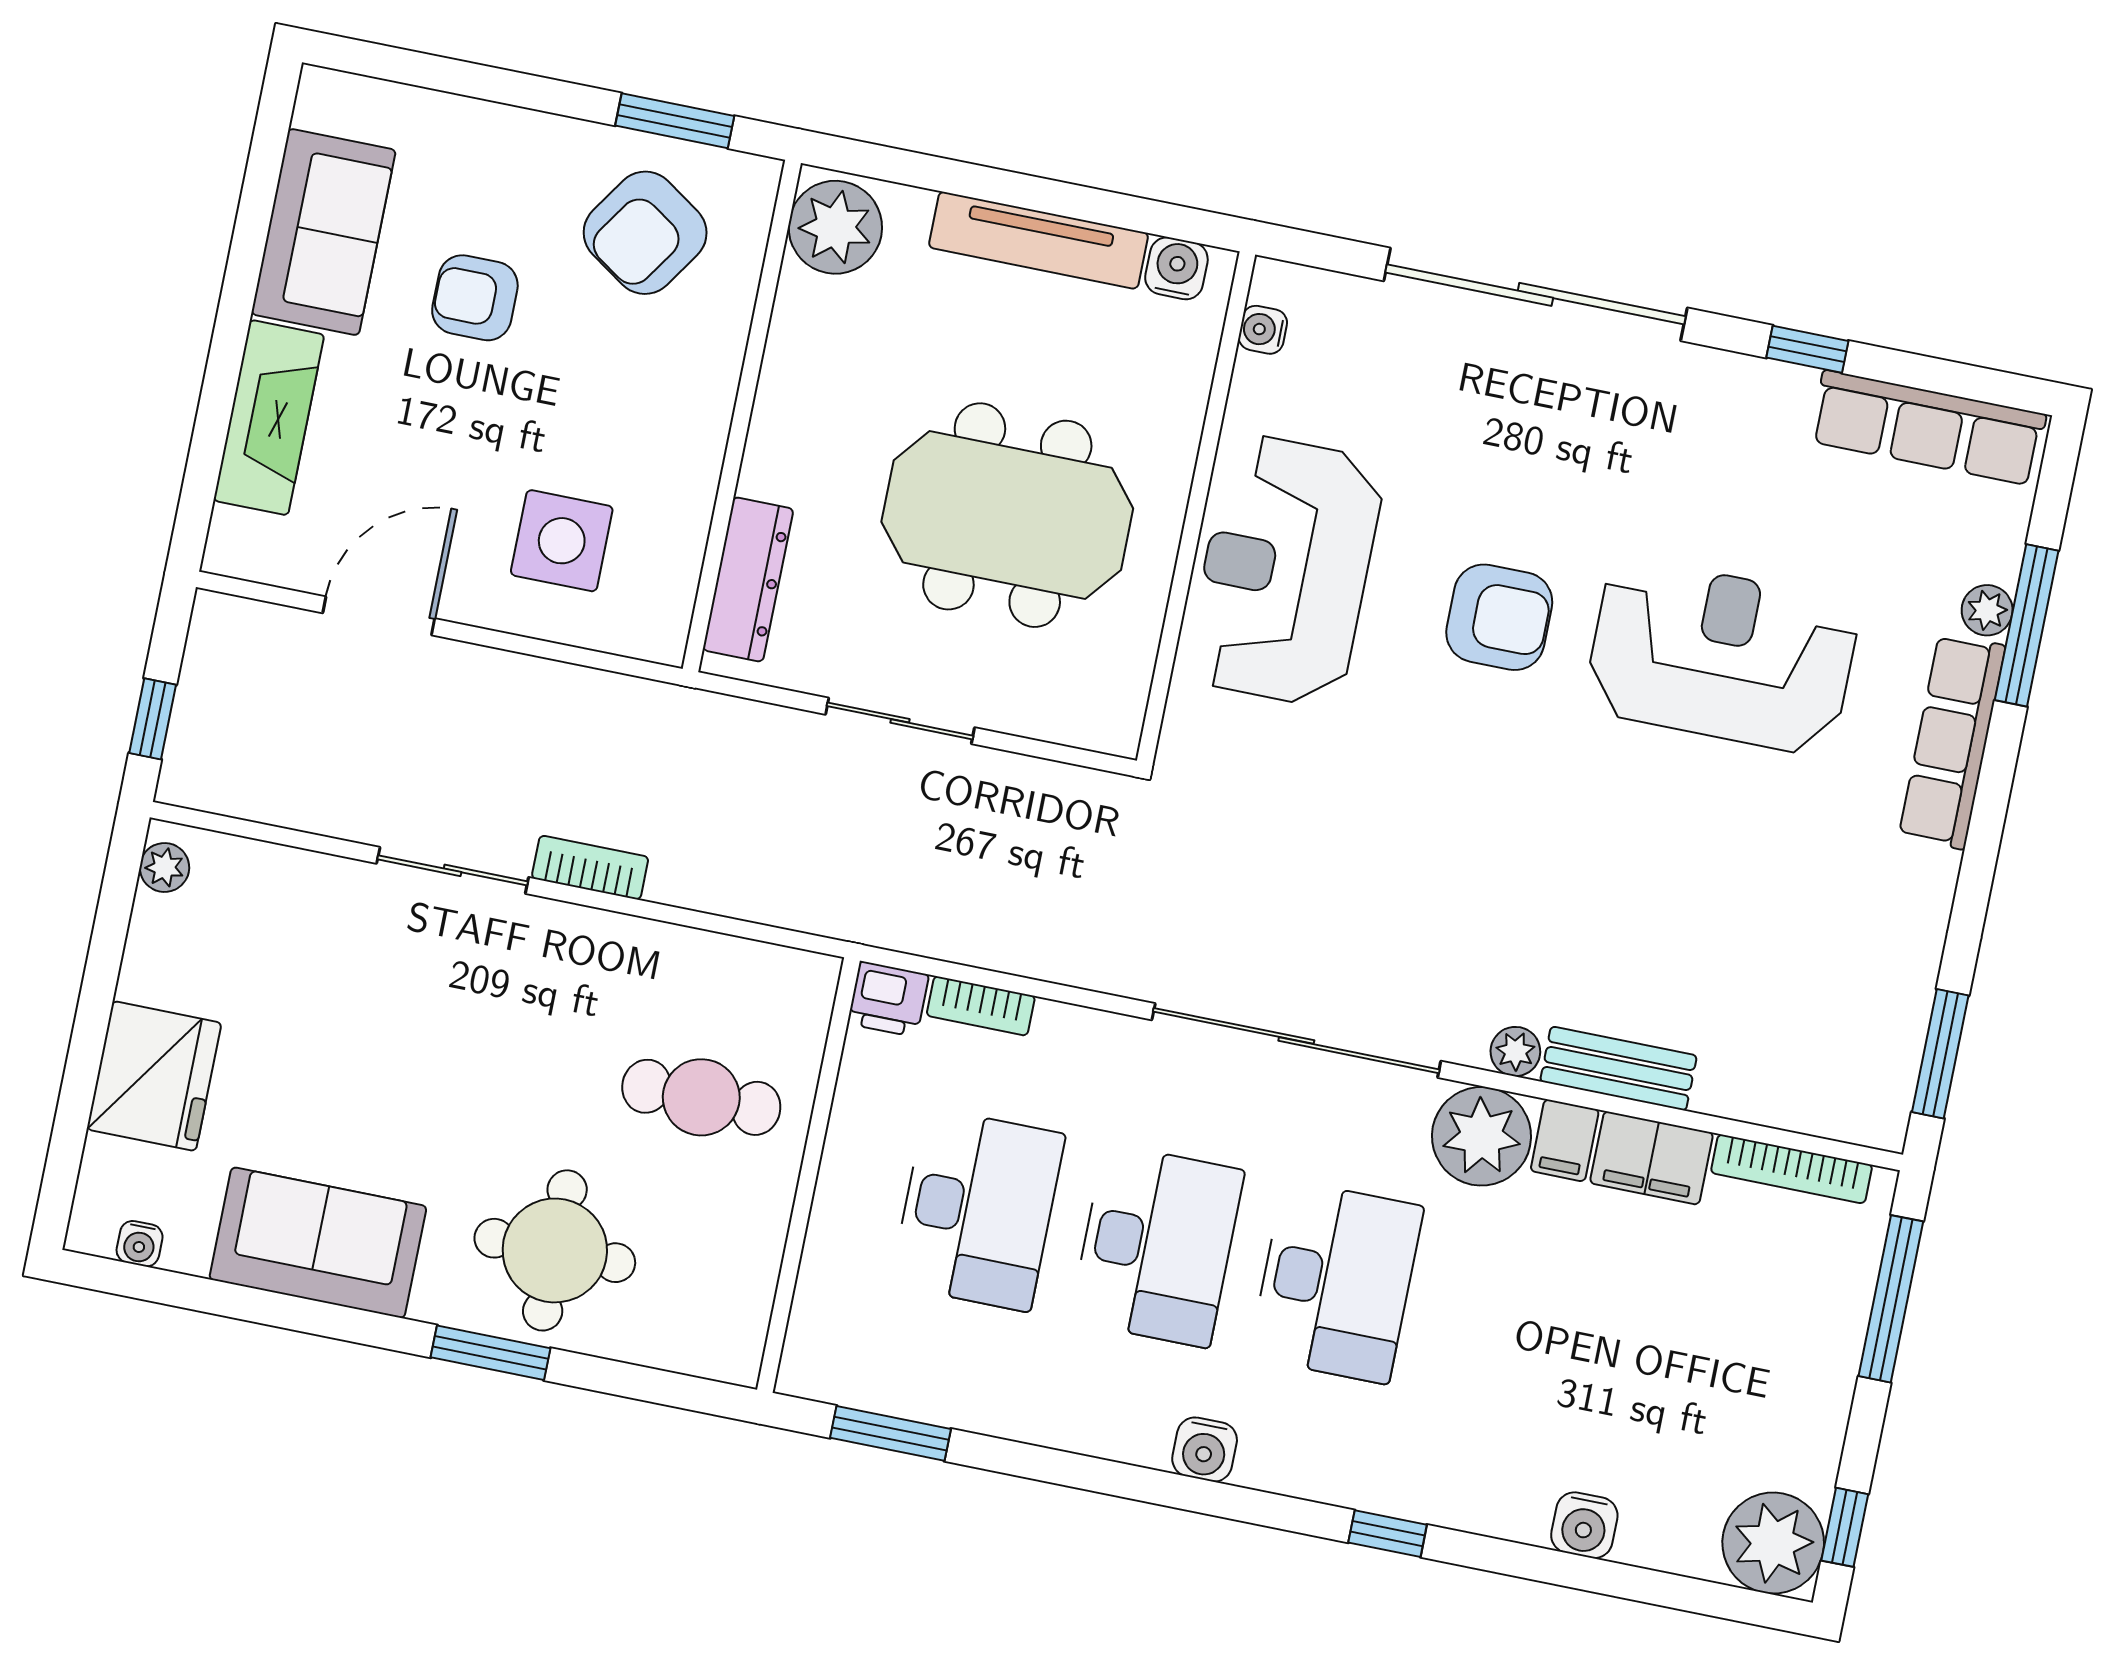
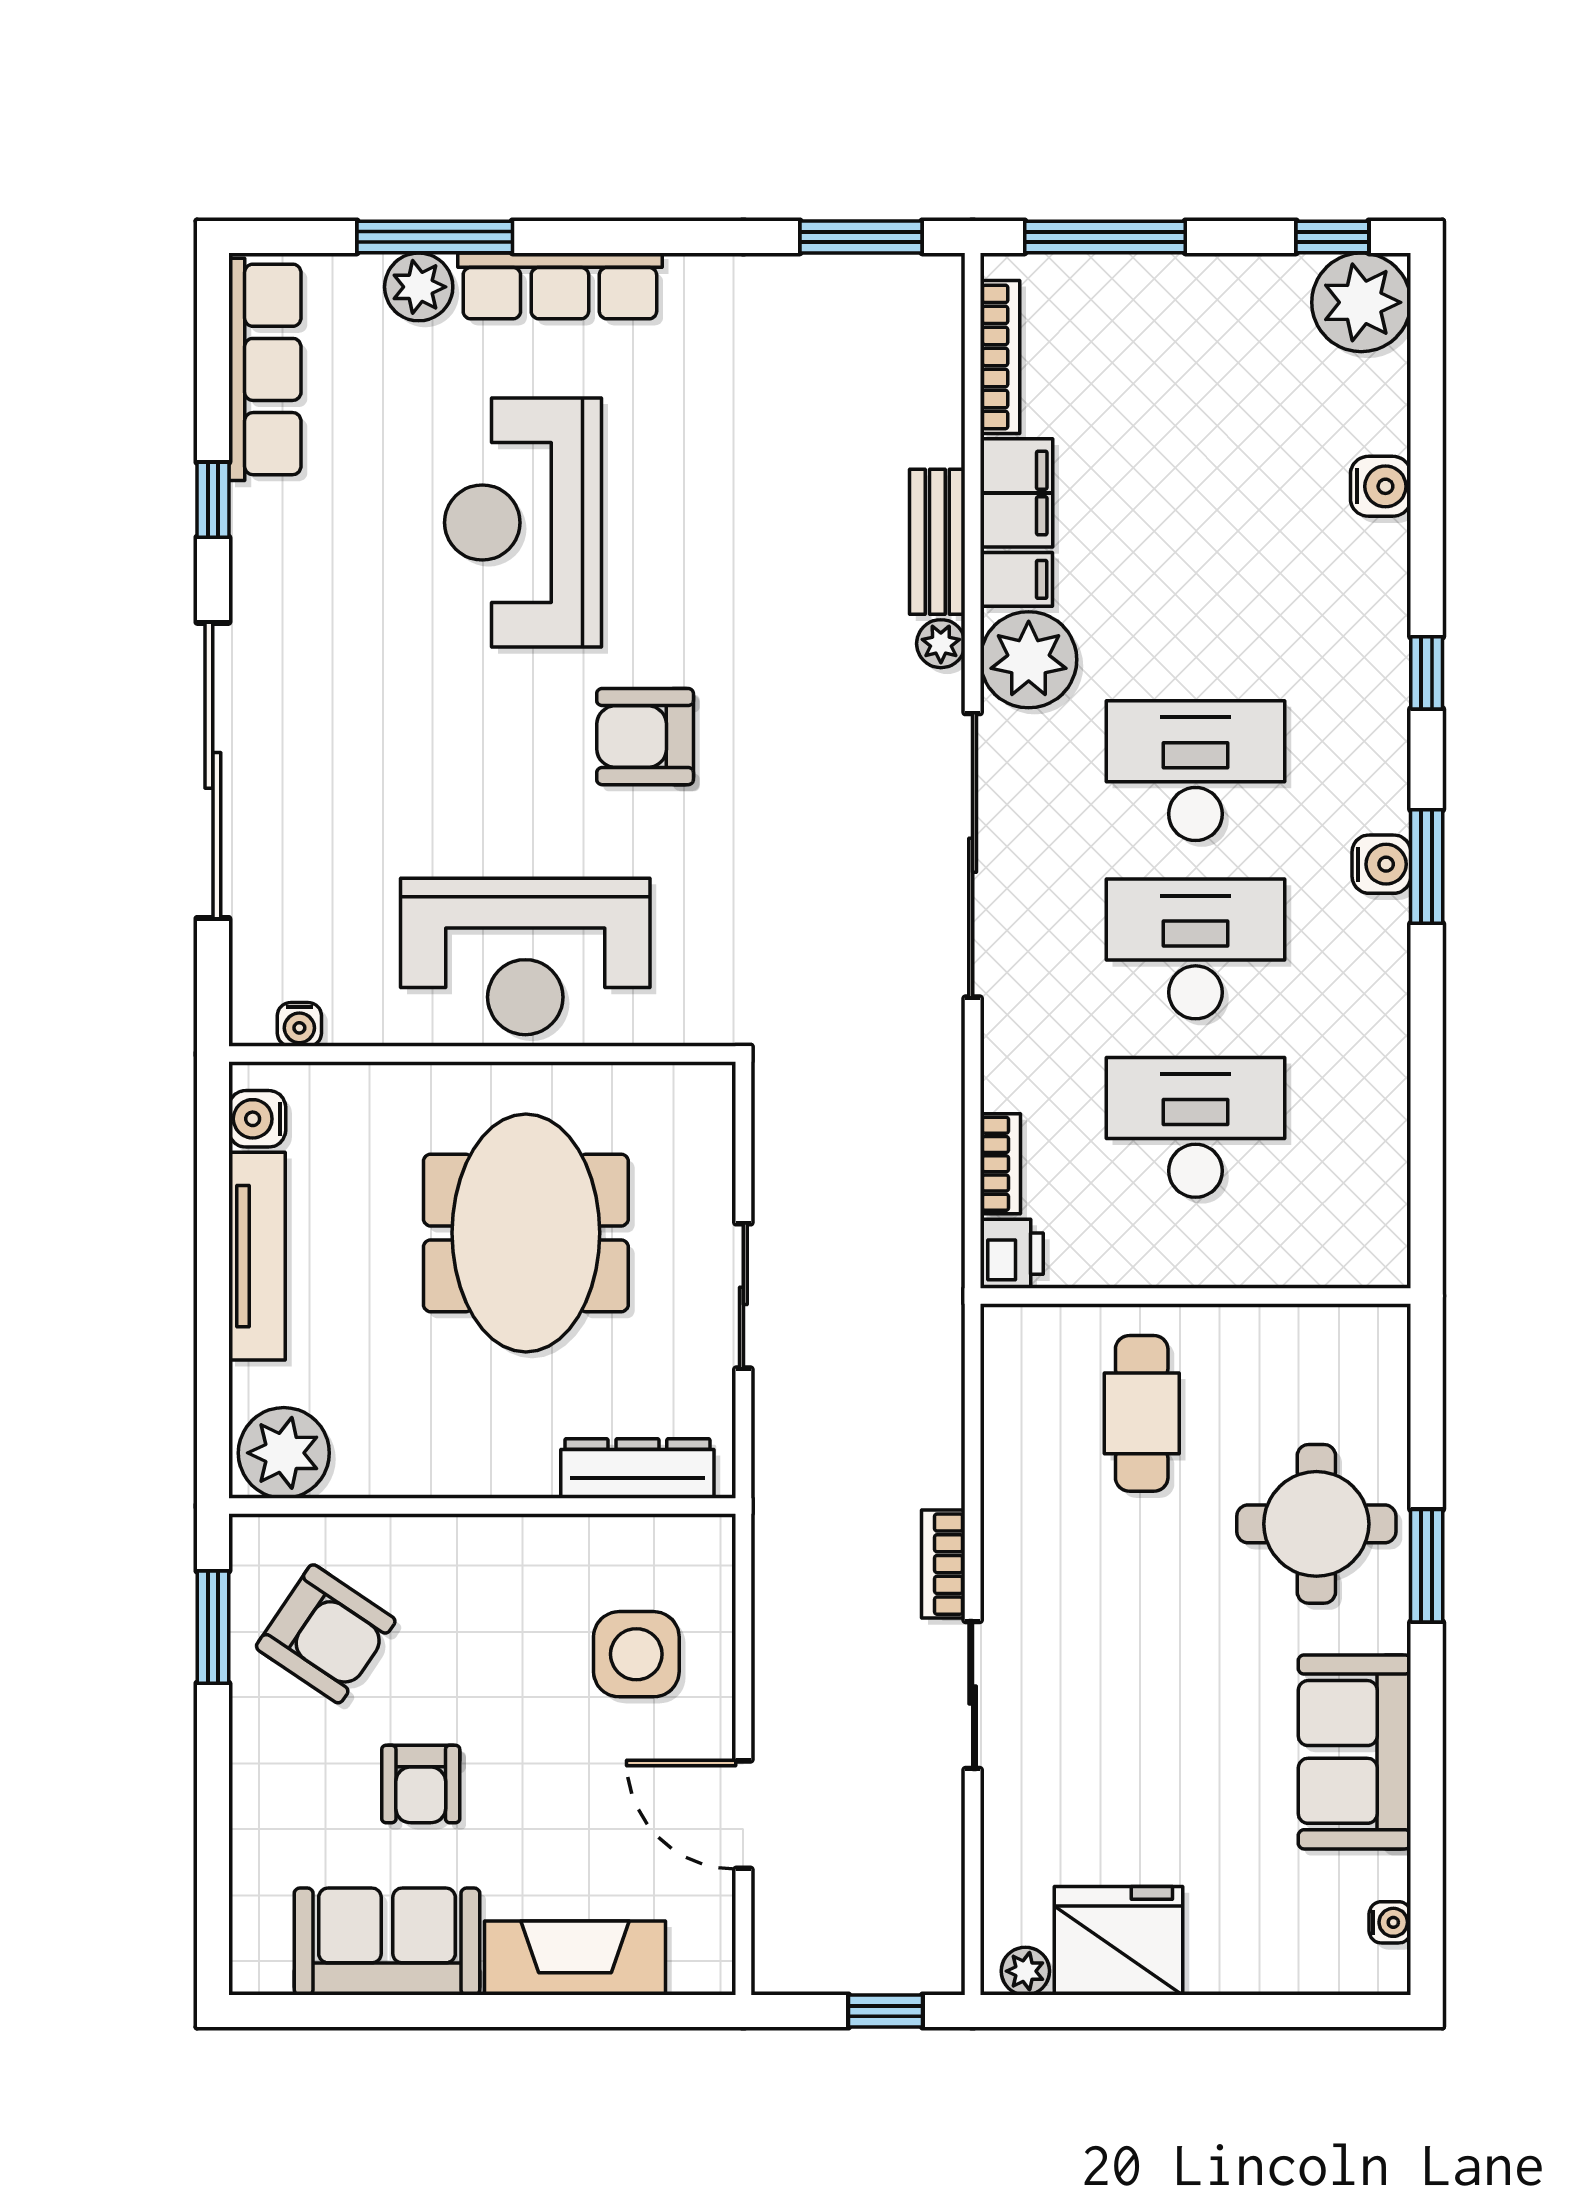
plant: (1987, 610) -> (419, 287), width x1.38, depth x1.38
armchair: (1499, 617) -> (645, 737), moved, turned -90
fridge: (154, 1076) -> (1119, 1941), moved
window: (890, 1433) -> (1427, 867), moved

